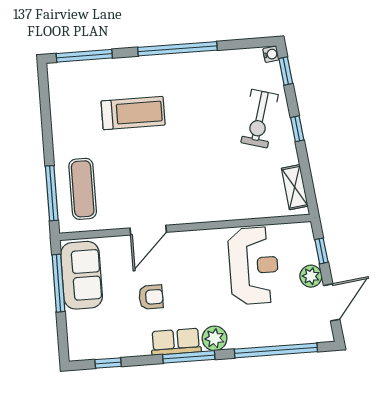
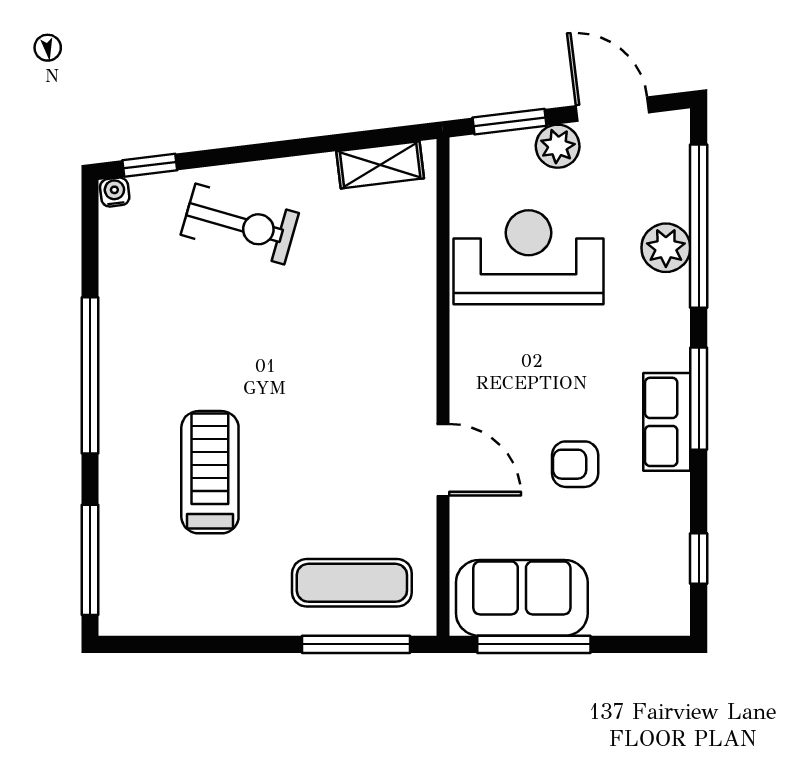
window: (297, 129) -> (265, 151), removed
window: (321, 251) -> (510, 122), width x1.50
armchair: (151, 297) -> (575, 464), turned -90
plant: (215, 338) -> (666, 248), moved

